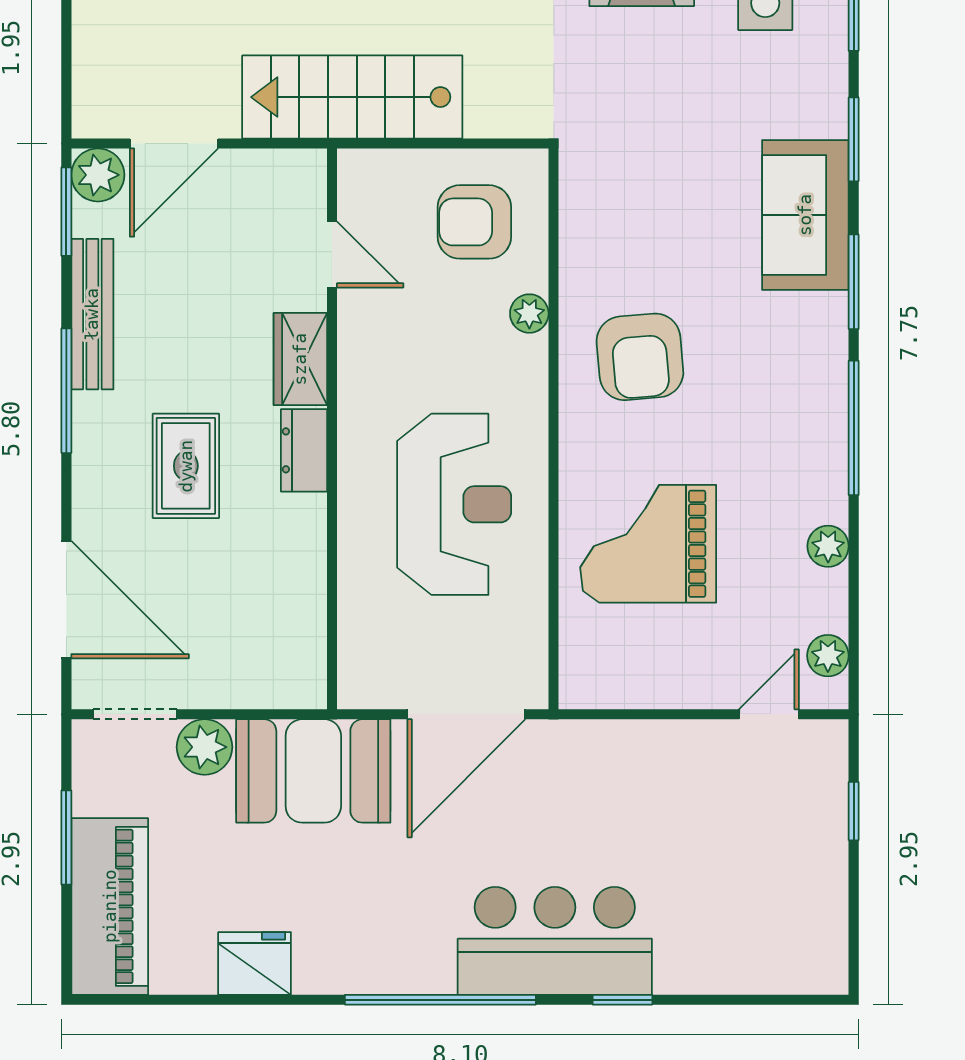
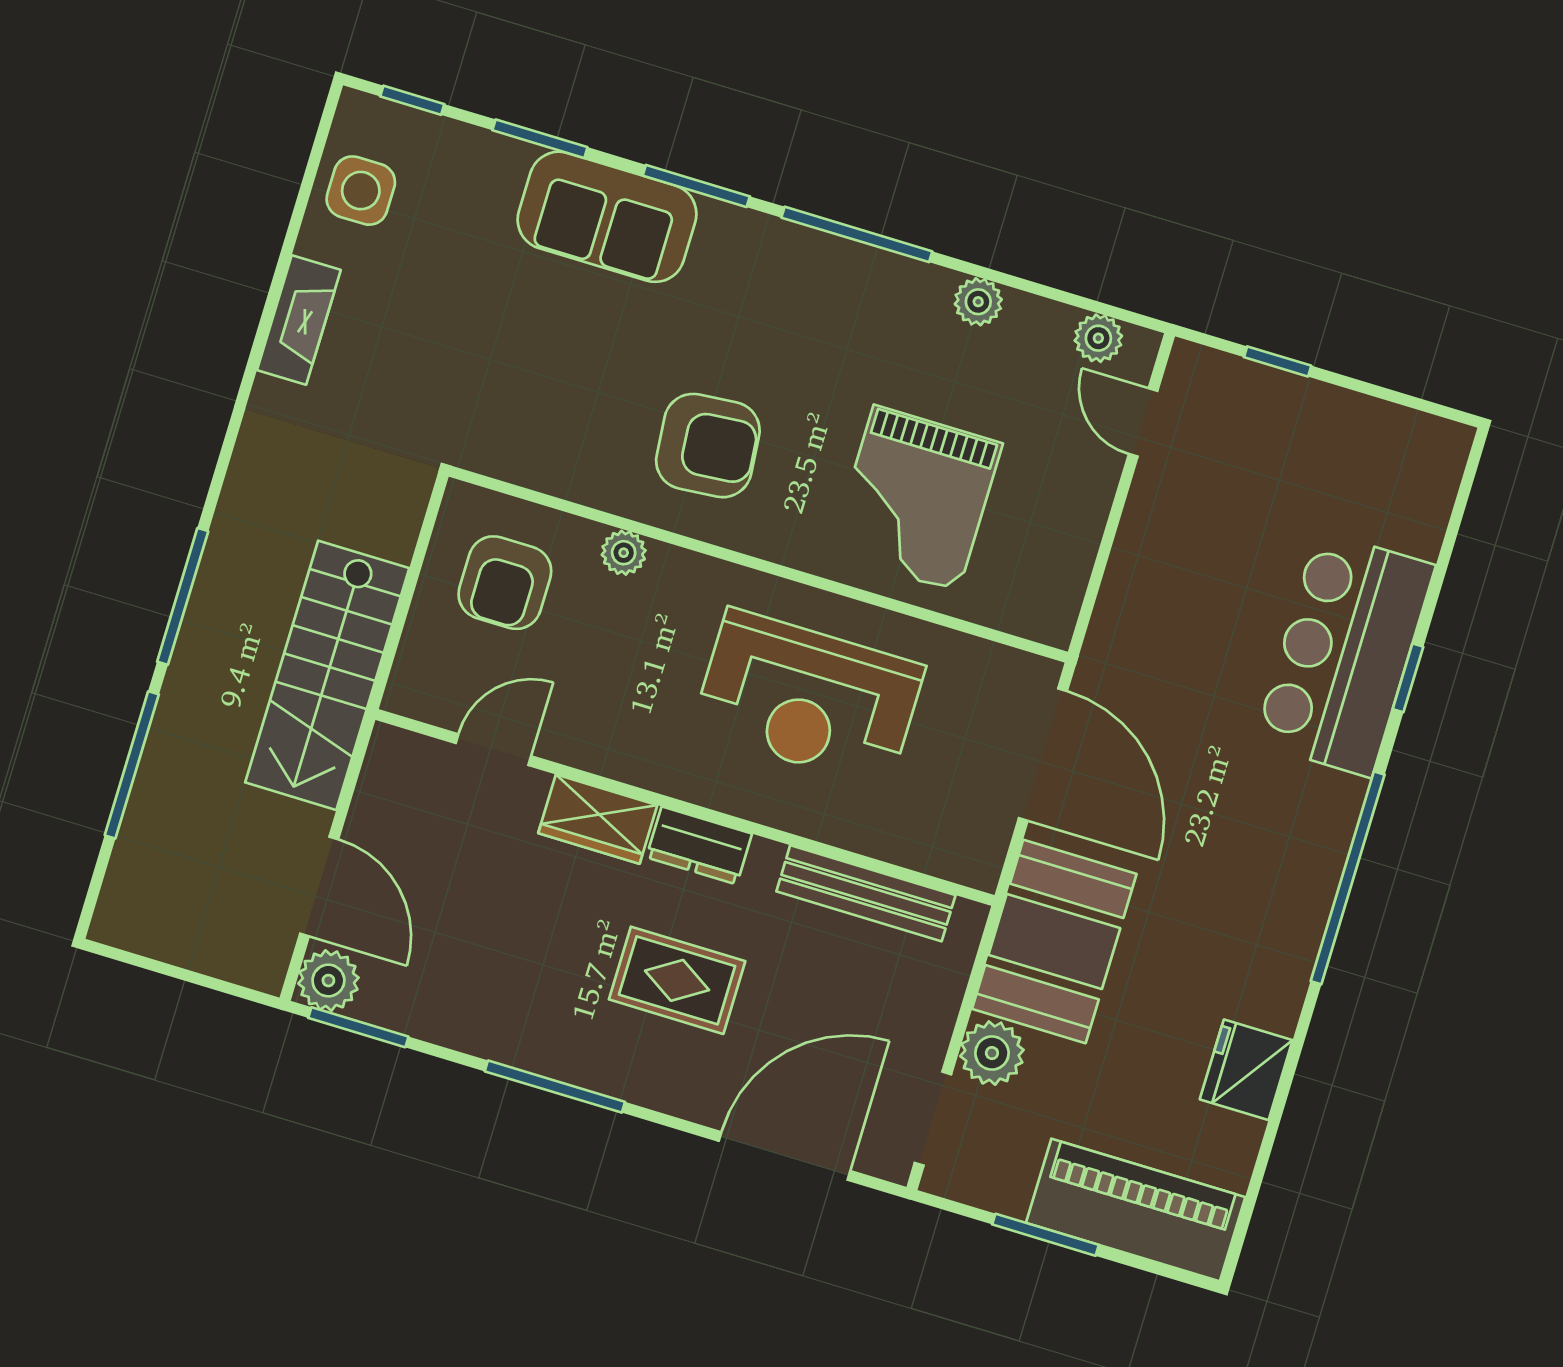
bench: (92, 314) -> (866, 893), moved
reception desk: (454, 504) -> (808, 698), turned 180
bar counter: (555, 941) -> (1345, 654), moved

